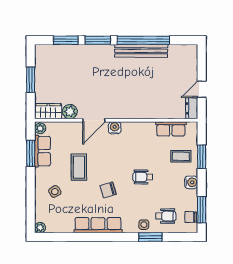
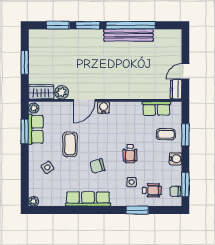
wheelchair: (143, 177) -> (130, 154), turned -90
side table: (144, 225) -> (131, 182), moved

